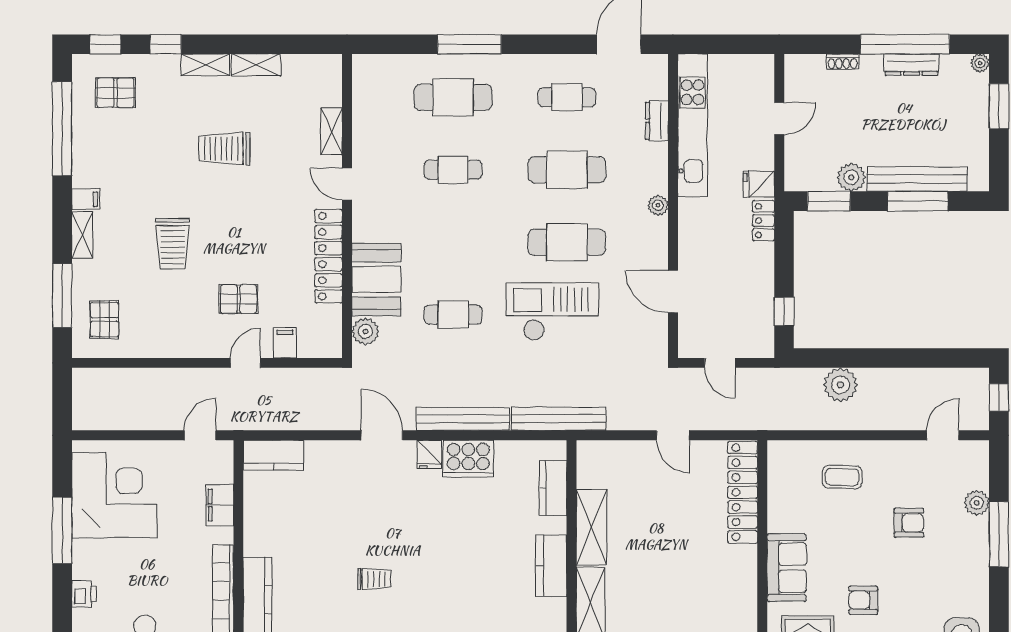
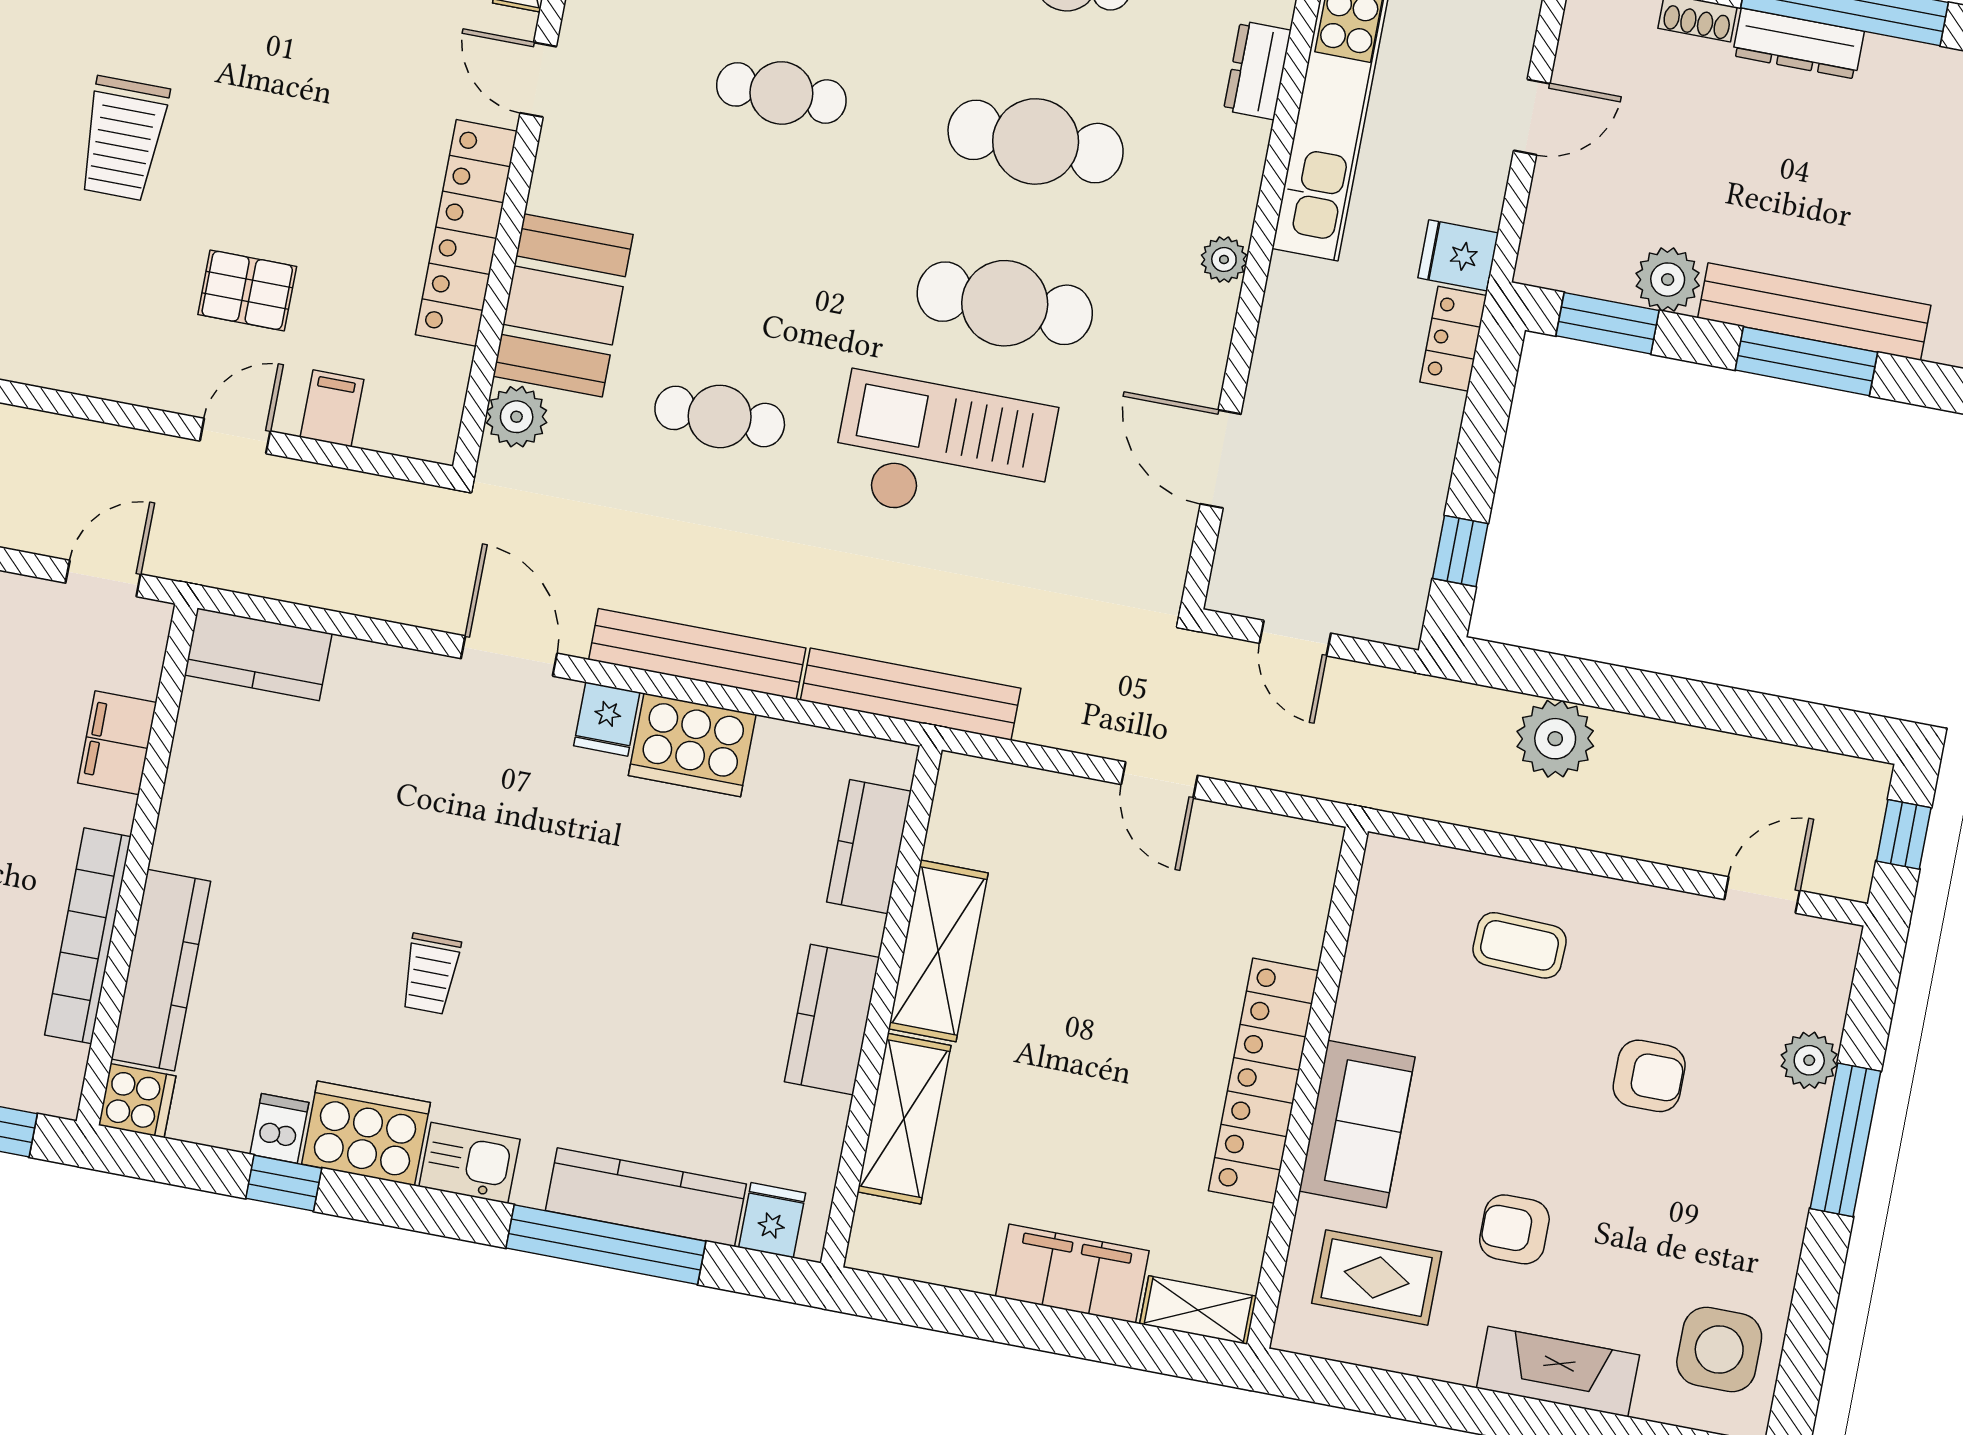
dresser: (912, 65) -> (1798, 44), moved
locker: (743, 492) -> (1264, 1081), moved
trolley: (374, 579) -> (431, 974), turned 90

